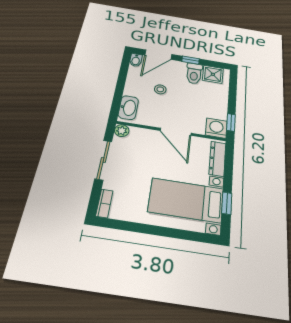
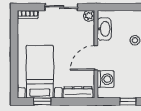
washbasin: (128, 108) -> (104, 29), moved, turned -90
window: (231, 122) -> (128, 101), moved
washing machine: (216, 128) -> (106, 79), moved

